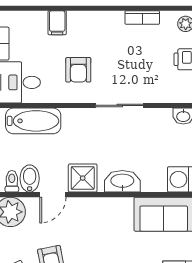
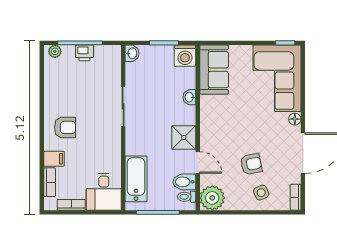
bookcase: (142, 18) -> (50, 182), moved
armchair: (78, 70) -> (65, 127), moved
washbasin: (122, 181) -> (189, 97), width x0.52, depth x0.69

